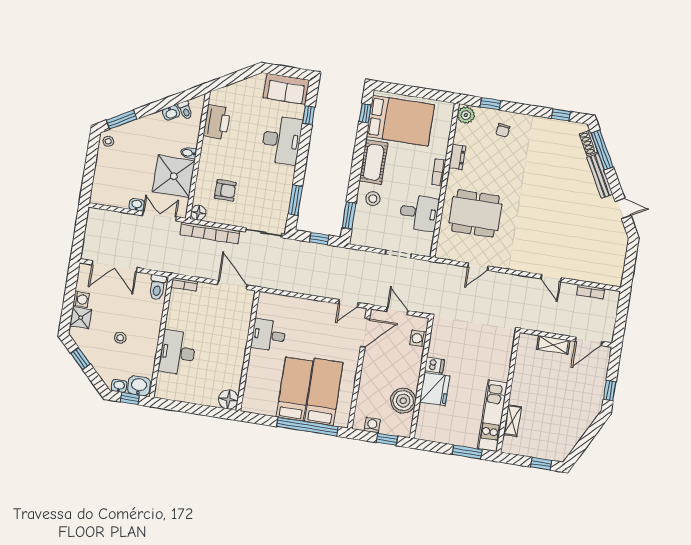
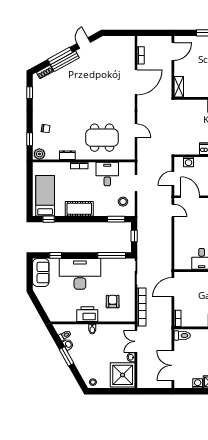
window: (122, 119) -> (67, 356), moved
bed: (400, 121) -> (45, 196), width x0.67
printer: (217, 122) -> (87, 314), moved
desk: (282, 140) -> (80, 274), width x1.36, depth x1.30
window: (602, 150) -> (60, 56), moved
shower: (174, 176) -> (123, 375), moved
stool: (373, 199) -> (123, 202), moved
window: (295, 200) -> (112, 255), width x1.44
floor lamp: (198, 213) -> (130, 317), removed
dining table: (475, 214) -> (102, 138), turned 90
double door: (114, 266) -> (173, 365), swing flipped
door: (551, 278) -> (136, 82), width x1.88
door: (589, 341) -> (173, 51), hinge flipped
shelving: (553, 345) -> (179, 87), moved

